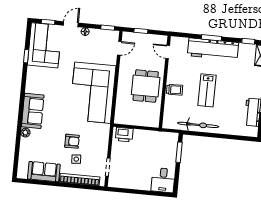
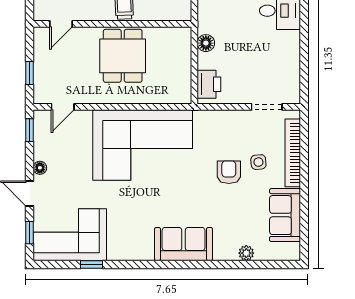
door: (119, 48) -> (63, 107), swing flipped
dining table: (146, 86) -> (123, 56), turned 90
plant: (25, 133) -> (246, 253), moved
floor lamp: (148, 135) -> (206, 43), added

